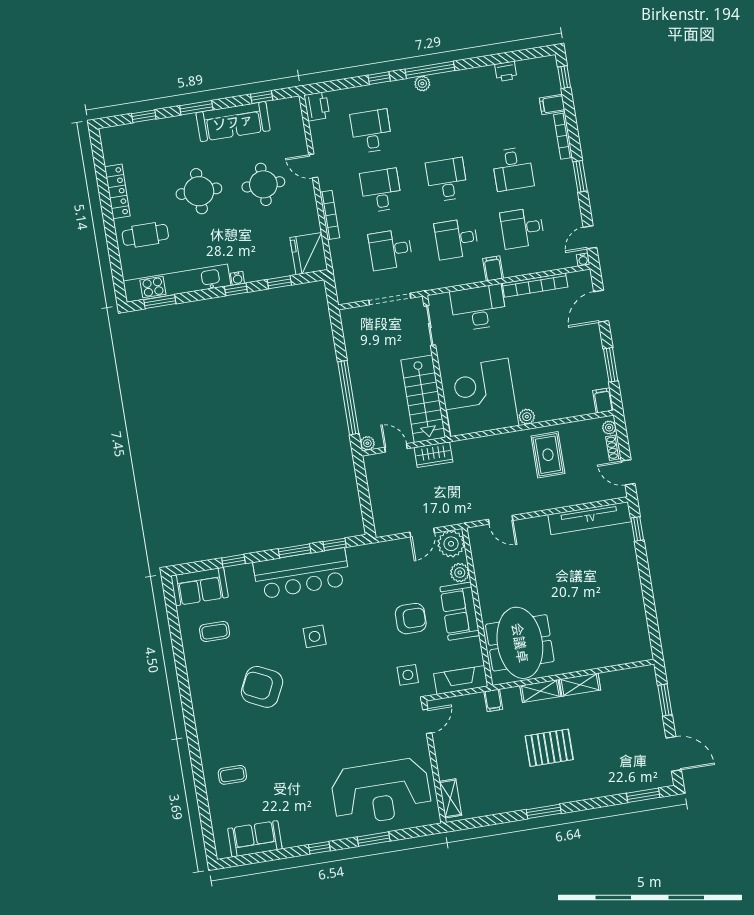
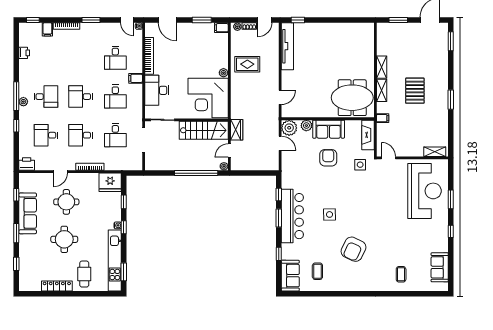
desk: (513, 169) -> (46, 97), moved

